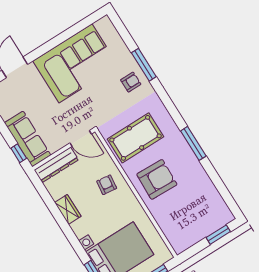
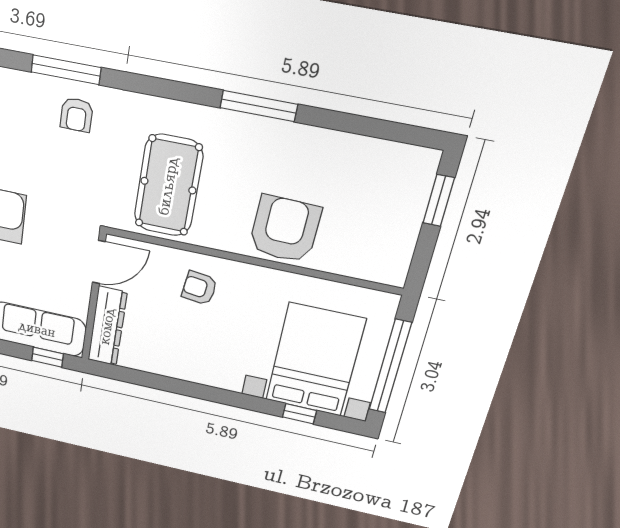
armchair: (131, 82) -> (77, 115), turned 180
armchair: (157, 179) -> (285, 229), moved
wardrobe: (68, 209) -> (184, 368), removed

